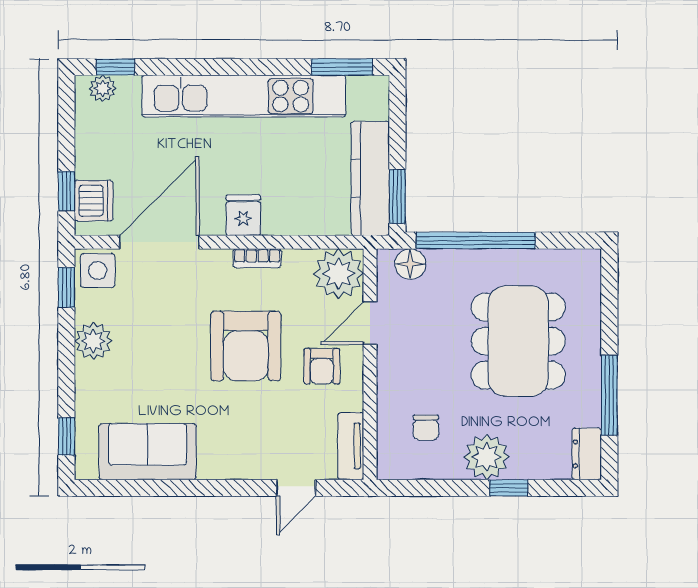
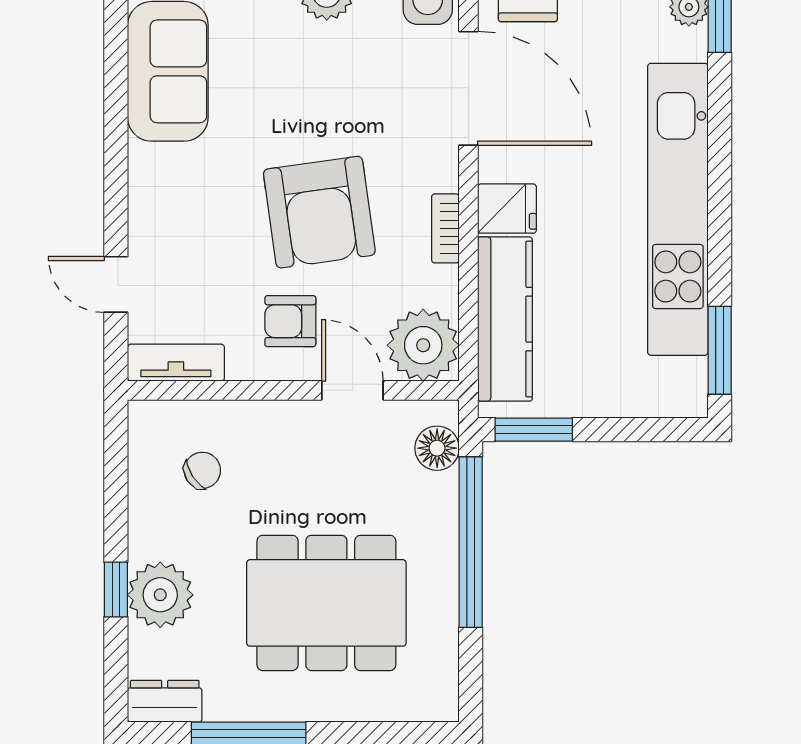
kitchen counter: (370, 178) -> (505, 319), moved, turned 90
armchair: (246, 346) -> (319, 212), turned -98
chair: (426, 428) -> (202, 470), turned 147
plant: (487, 457) -> (160, 595), moved

